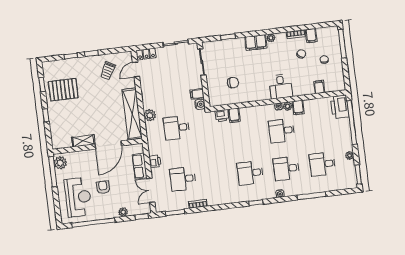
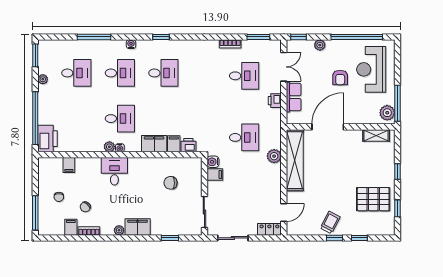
trolley: (108, 71) -> (330, 222), moved
filing cabinet: (298, 108) -> (154, 144), moved, width x2.00
shelving: (83, 141) -> (376, 135), moved

